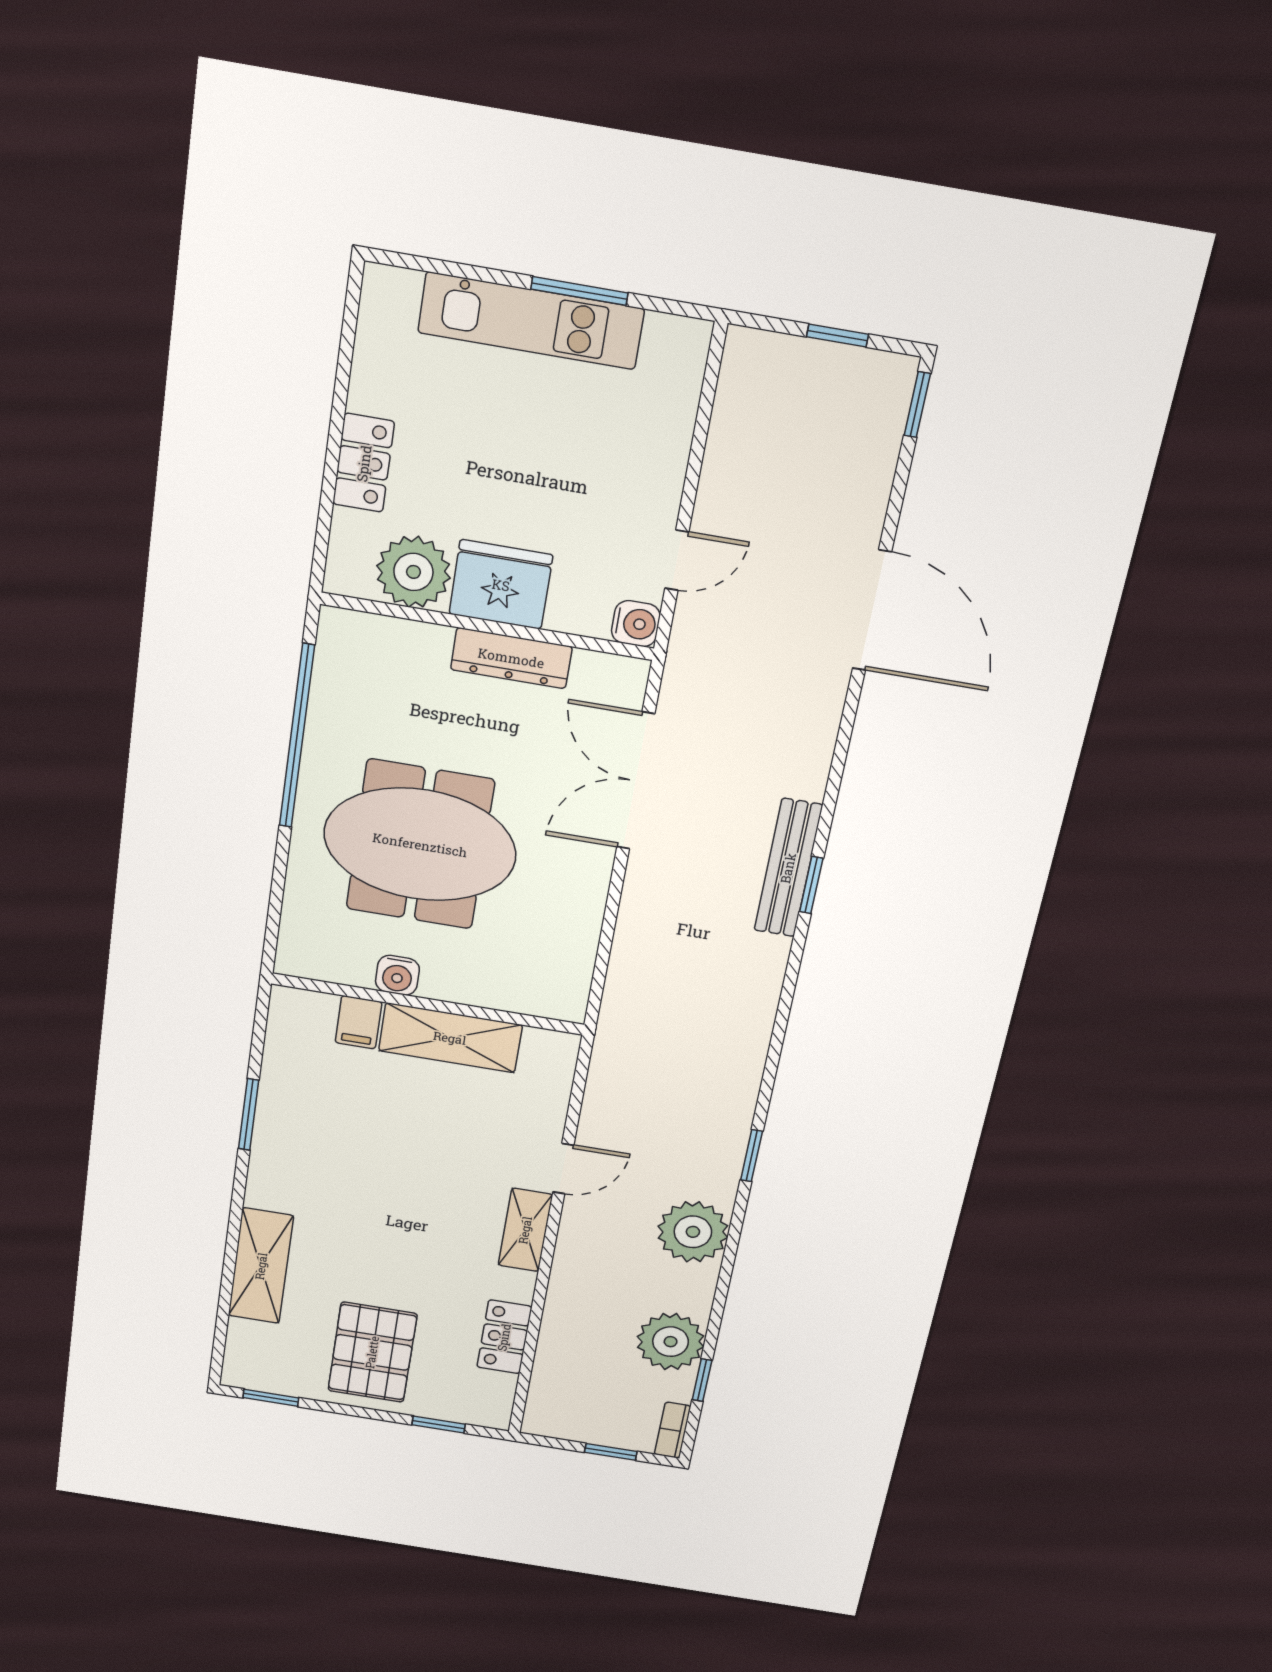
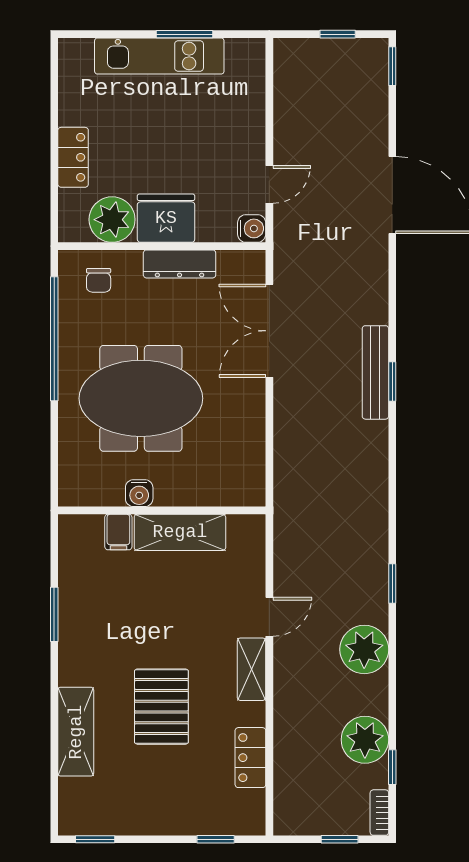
chair: (379, 661) -> (99, 280), added
pallet: (372, 1352) -> (161, 707), moved

